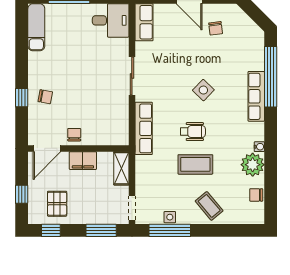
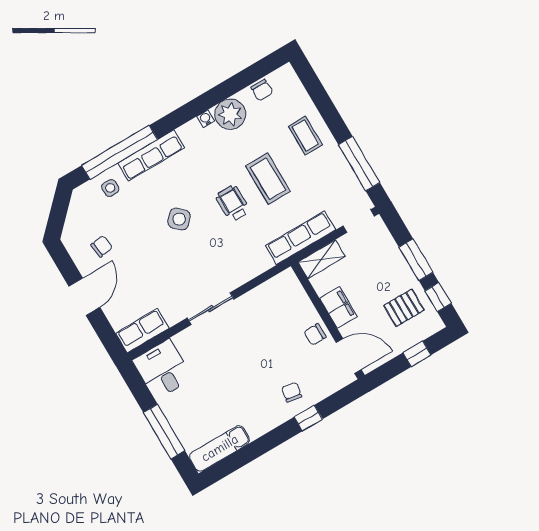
row of seats: (144, 128) -> (301, 238), moved
coffee table: (209, 206) -> (305, 136), turned -50
side table: (170, 217) -> (110, 188), moved
window: (101, 230) -> (416, 260), moved

